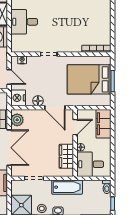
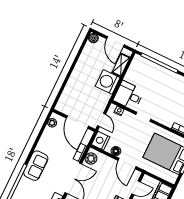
desk: (24, 22) -> (129, 95), moved

